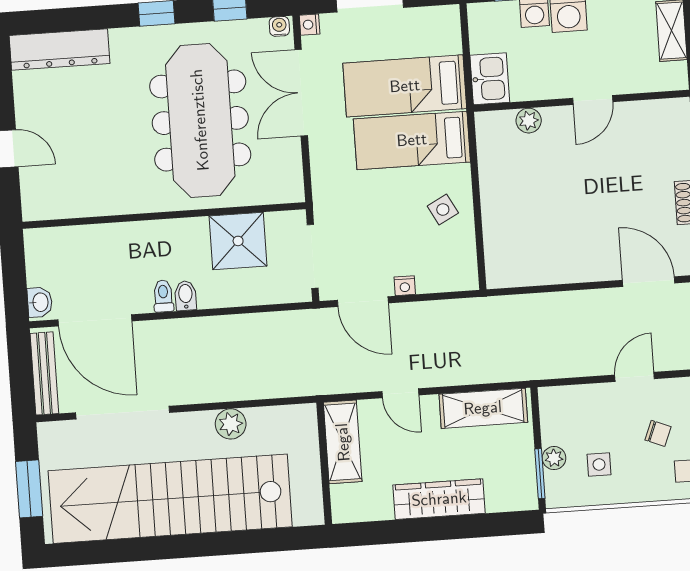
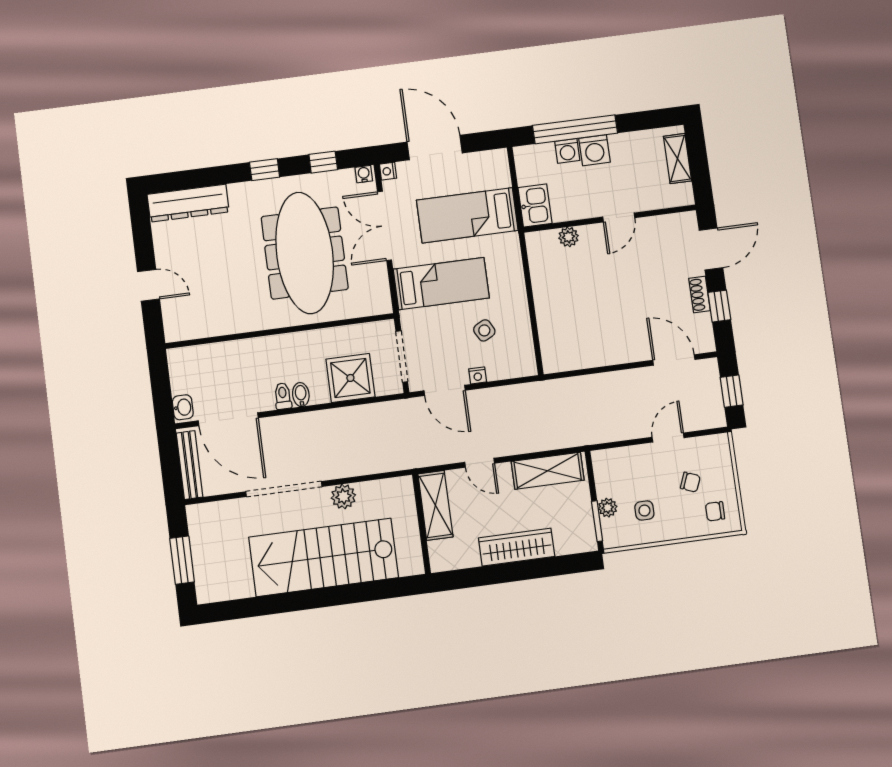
bed: (412, 140) -> (441, 284), moved, turned 180
side table: (443, 210) -> (484, 330), moved
shower: (238, 241) -> (350, 378), moved
doorway: (123, 413) -> (284, 489), moved
stairs: (170, 499) -> (324, 557), width x0.73

